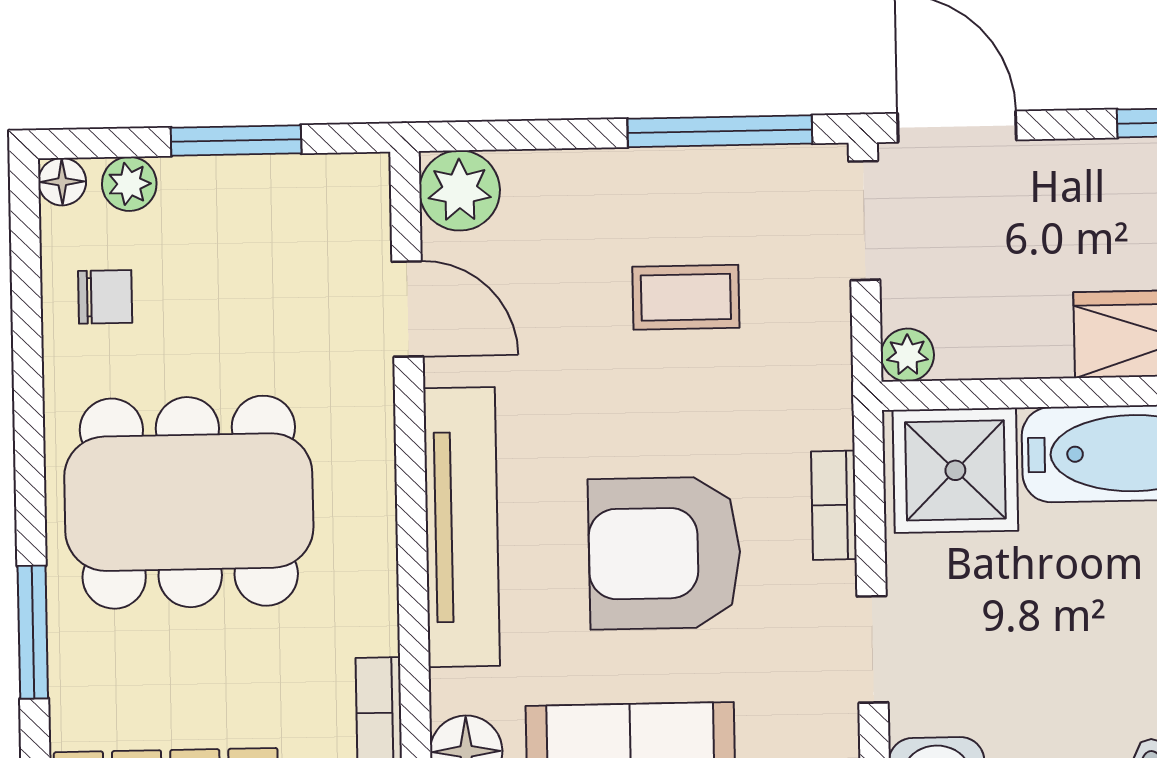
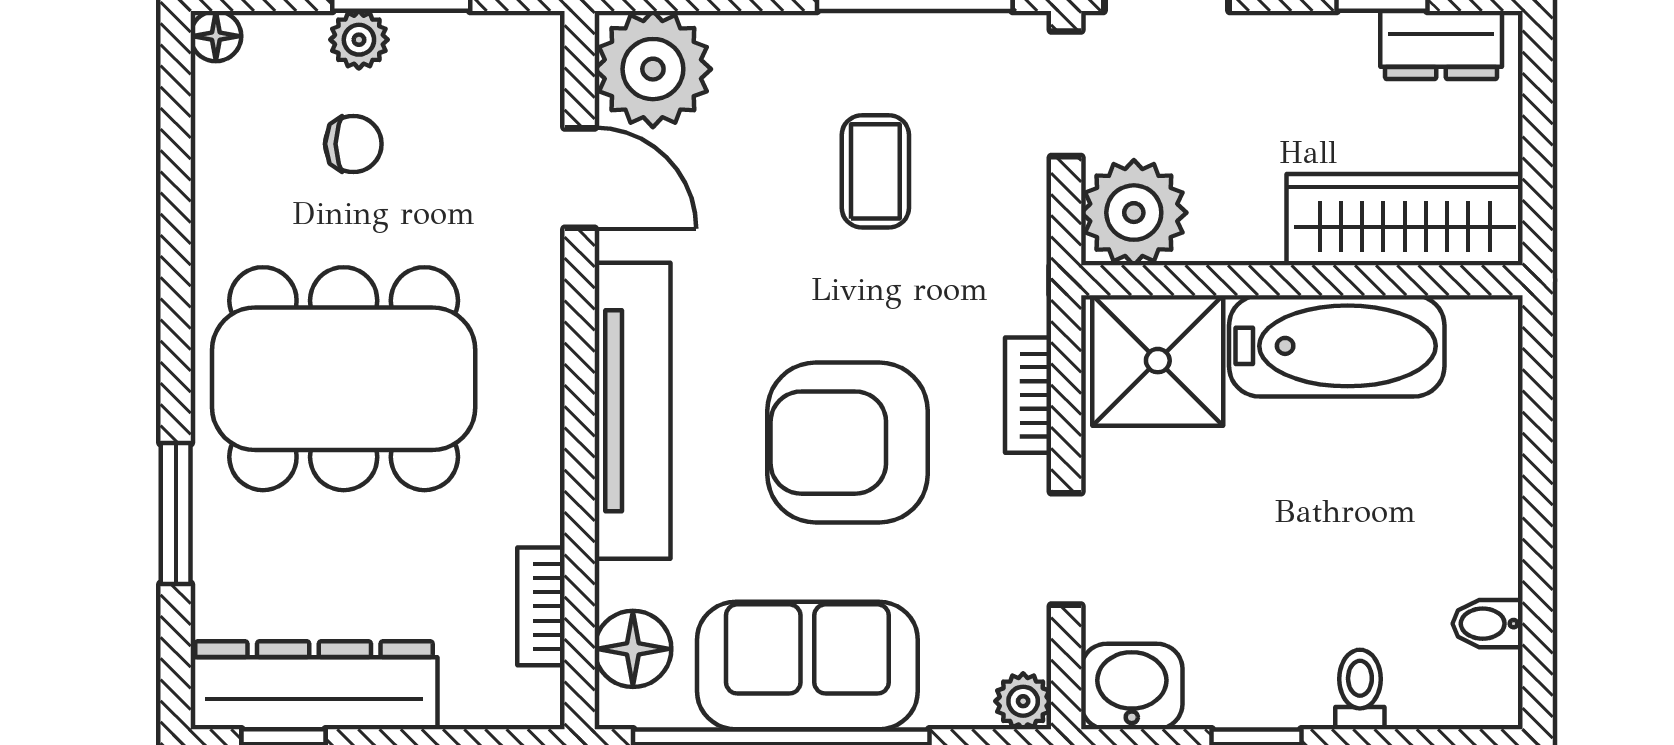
plant: (129, 184) -> (359, 40), moved
plant: (460, 191) -> (653, 69), width x1.36, depth x1.36
chair: (105, 297) -> (353, 144), moved
coffee table: (686, 297) -> (875, 171), turned 90
plant: (907, 355) -> (1134, 213), width x1.88, depth x1.88

